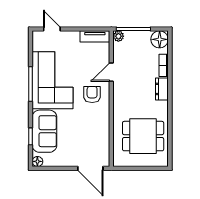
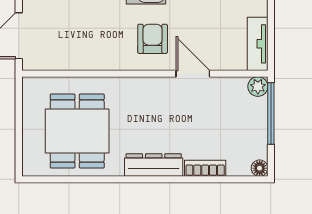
floor lamp: (160, 39) -> (260, 168), width x0.53, depth x0.53
dresser: (162, 89) -> (154, 165), width x1.44
armchair: (92, 94) -> (153, 39), turned -90

